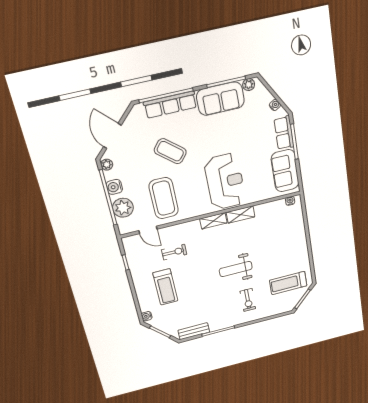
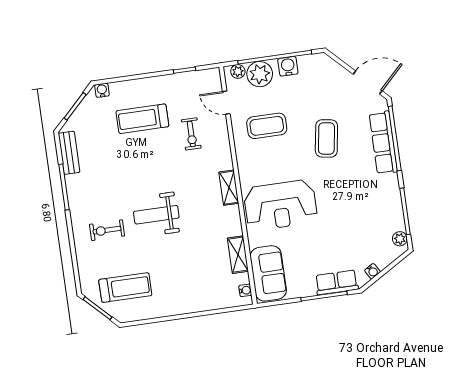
sofa: (220, 99) -> (386, 204), removed
door: (112, 136) -> (368, 82), moved
coffee table: (170, 151) -> (326, 138), turned -31
plant: (107, 165) -> (238, 71), moved
sofa: (285, 171) -> (268, 273), moved, turned 90
coffee table: (164, 198) -> (267, 126), width x0.73, depth x0.76
shelving: (241, 215) -> (238, 255), moved
door: (148, 230) -> (226, 103), hinge flipped
weight bench: (236, 269) -> (156, 215), turned -90
treadmill: (288, 283) -> (125, 288), turned 90

